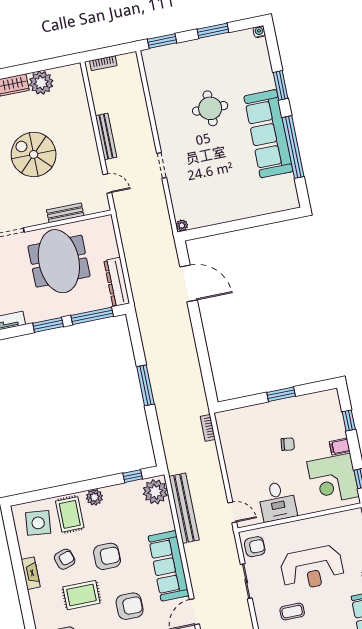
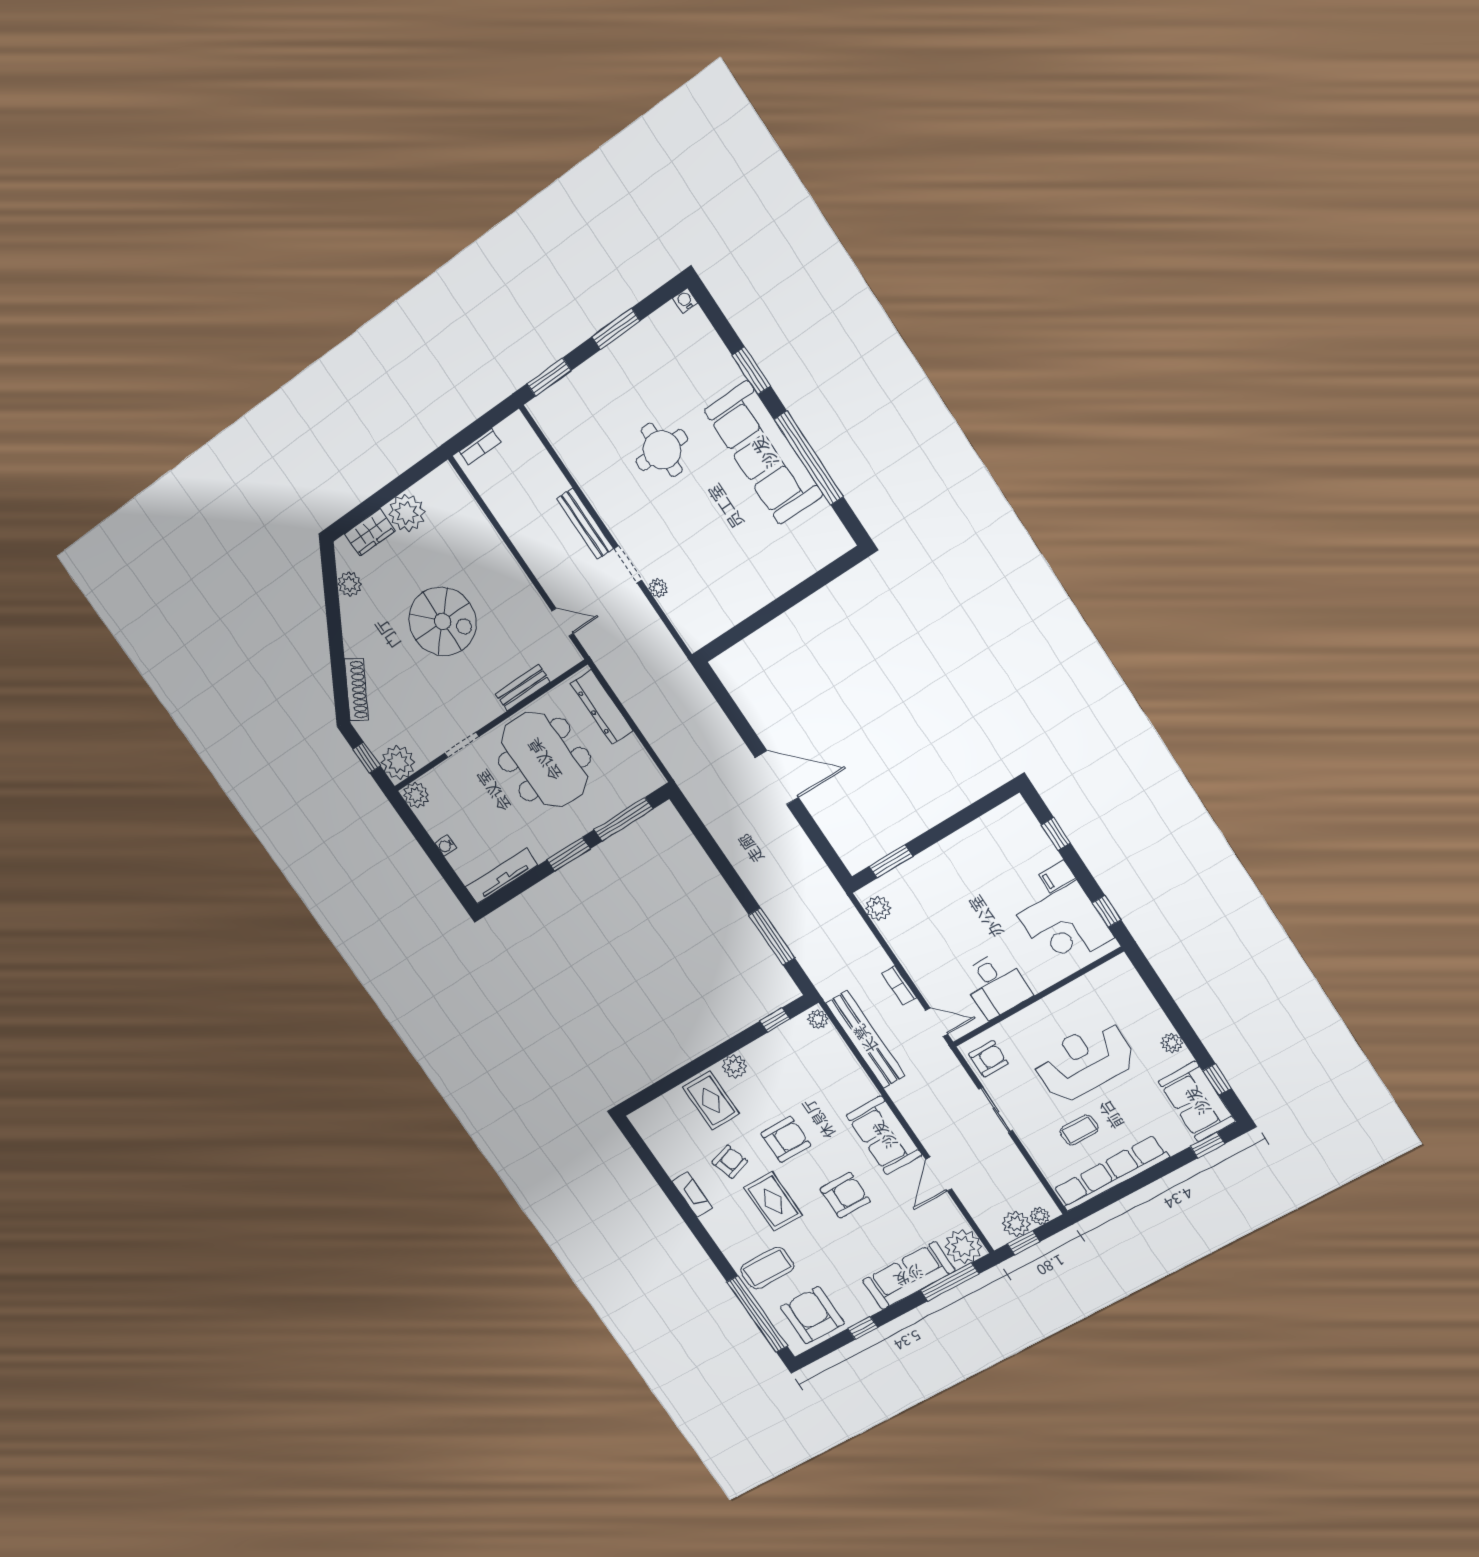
bench: (106, 136) -> (585, 524), moved
spiral stairs: (34, 154) -> (443, 621), turned 180
plant: (182, 225) -> (658, 588), moved
dresser: (117, 282) -> (602, 707), moved
door: (189, 283) -> (777, 778), moved
window: (145, 385) -> (772, 936), moved
window: (281, 394) -> (891, 861), moved
bookcase: (208, 428) -> (899, 985), moved
plant: (225, 428) -> (878, 908), added
chair: (288, 444) -> (978, 900), removed
plant: (155, 492) -> (818, 1019), width x0.53, depth x0.53
side table: (38, 523) -> (673, 1126), removed
sofa: (169, 566) -> (884, 1135), width x0.73
reception desk: (312, 568) -> (1084, 1061), turned 180
rug: (81, 595) -> (773, 1201), turned 90

